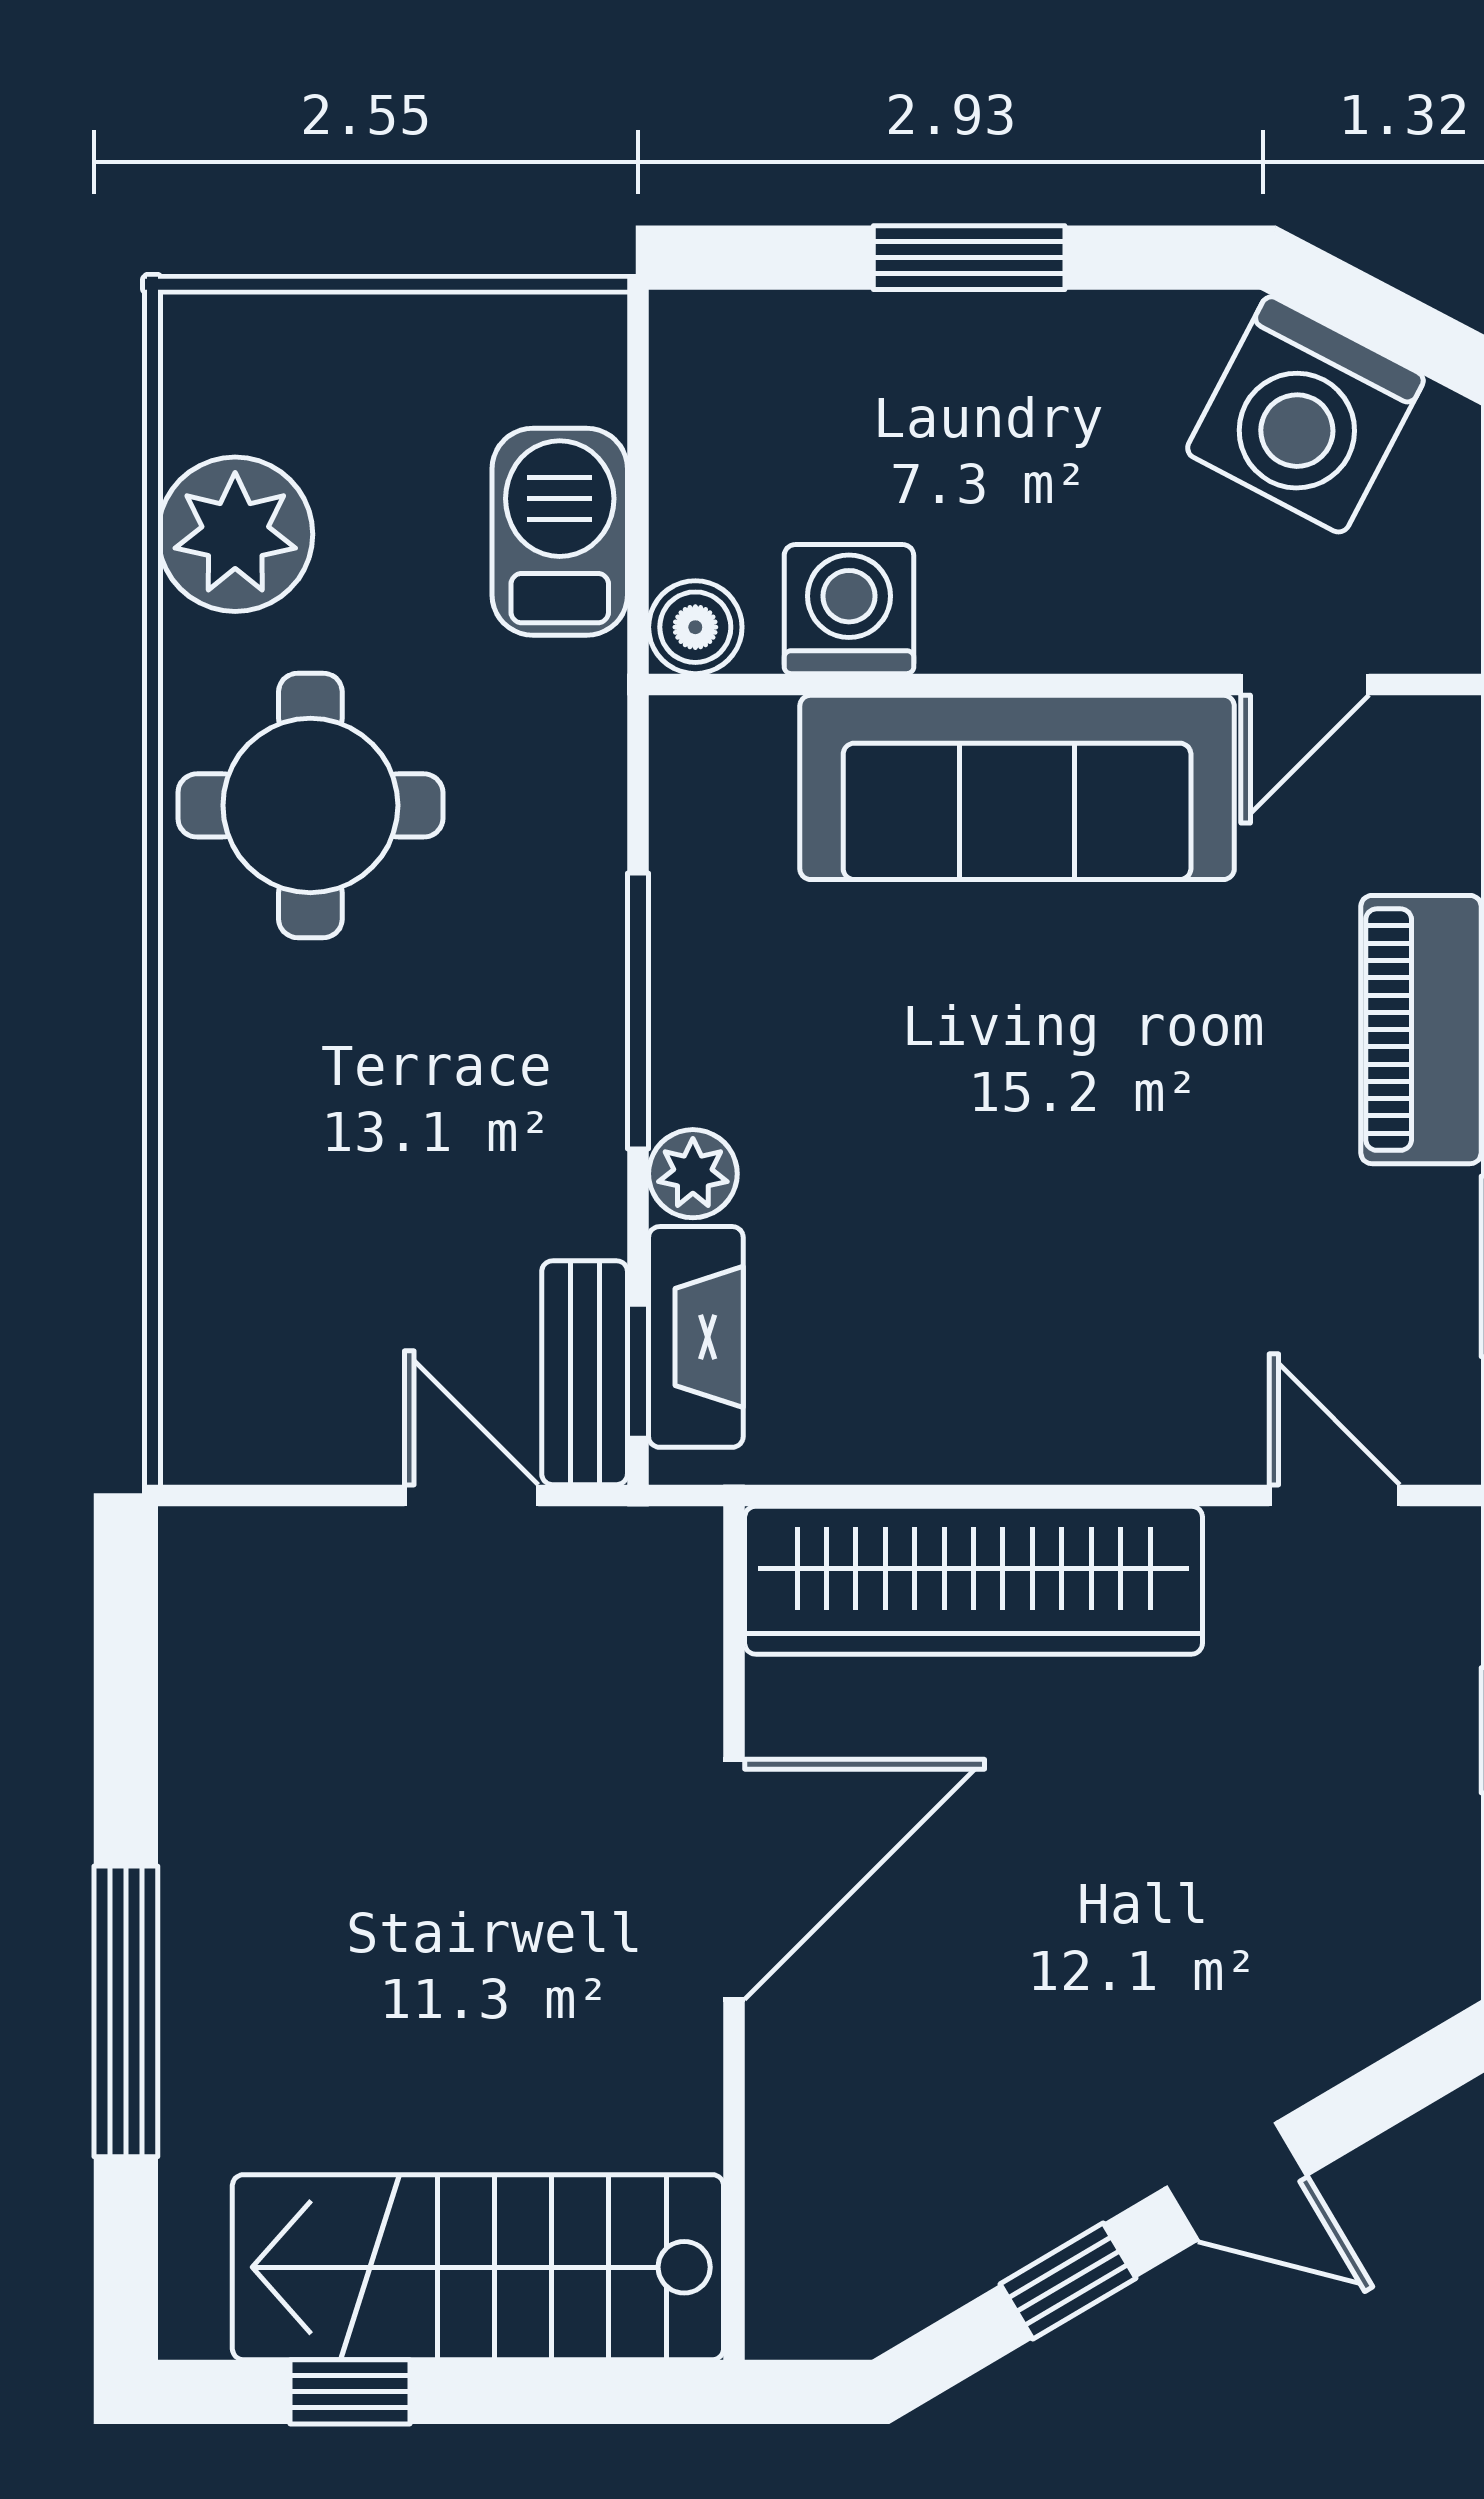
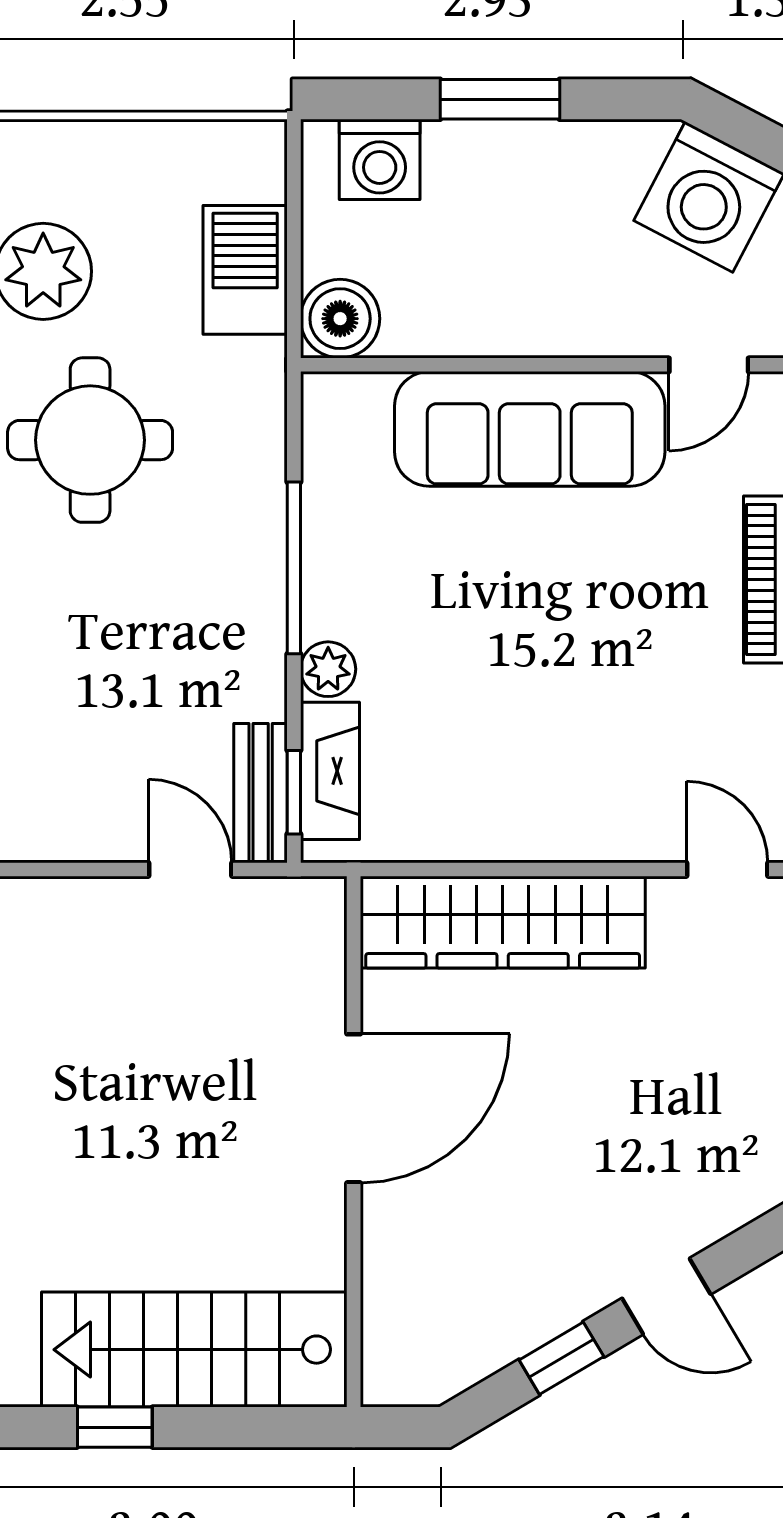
washing machine: (849, 609) -> (380, 159), moved, turned 180
boiler: (695, 627) -> (340, 319), width x1.36, depth x1.36

